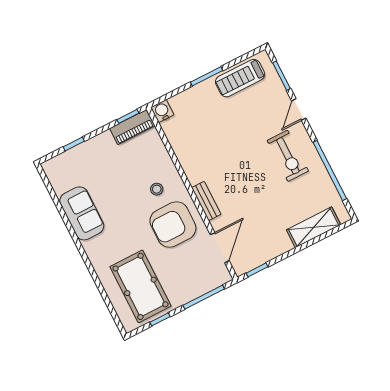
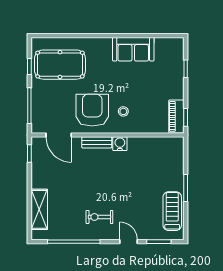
water cooler: (162, 111) -> (120, 144), moved, turned -90
exercise bike: (288, 156) -> (99, 217), width x0.73, depth x0.72

